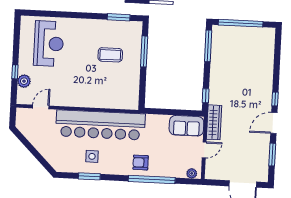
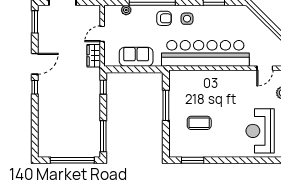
window: (144, 51) -> (166, 105), moved
wardrobe: (214, 122) -> (94, 56), width x0.67
sofa: (186, 126) -> (136, 57), moved
window: (272, 155) -> (35, 22), moved
side table: (92, 156) -> (187, 19), moved
plant: (192, 173) -> (126, 10), moved

